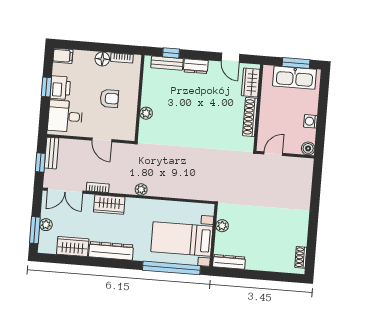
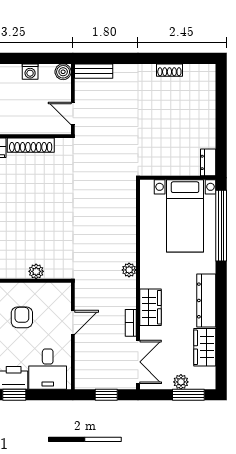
bench: (52, 153) -> (94, 71), moved
plant: (222, 226) -> (165, 168), removed
shoe rack: (301, 257) -> (169, 70), moved
dresser: (229, 262) -> (208, 162), width x0.70

